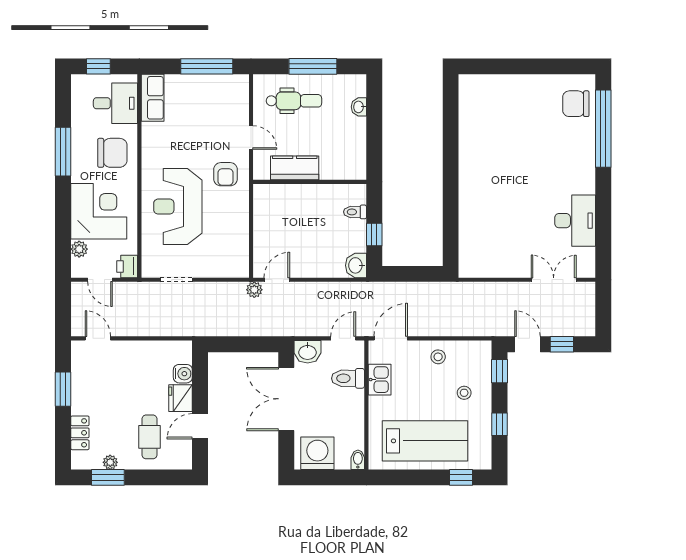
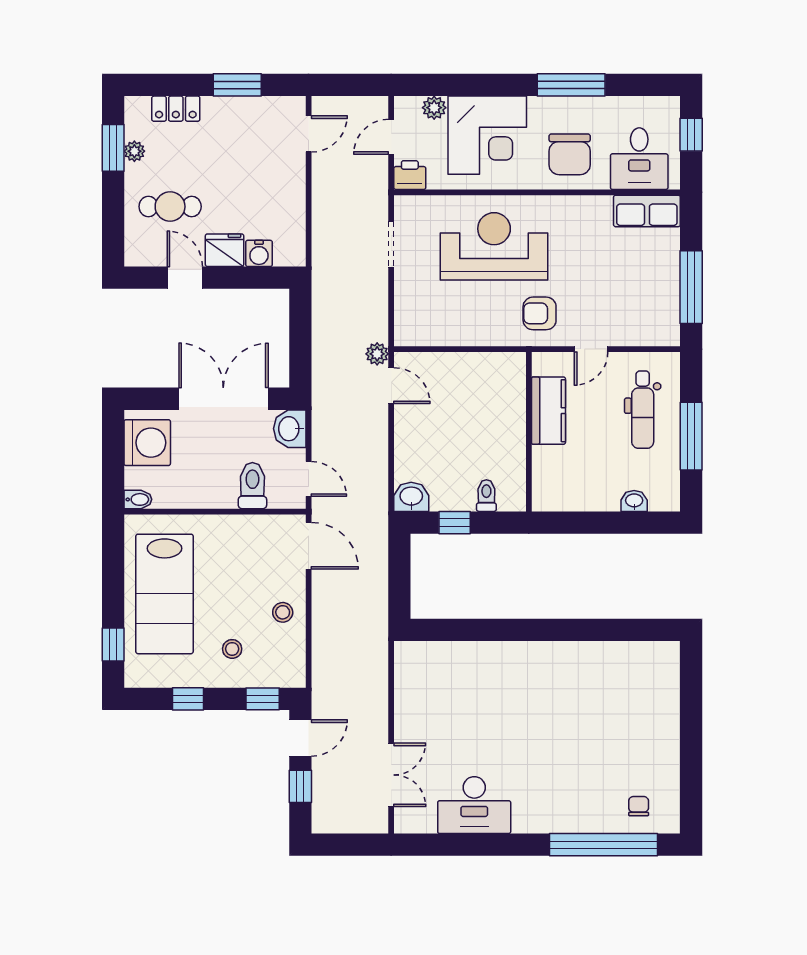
chair: (576, 104) -> (639, 806), width x0.54, depth x0.54
kitchen sink: (380, 380) -> (251, 530), removed

